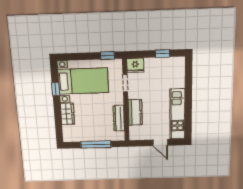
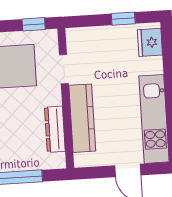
fridge: (135, 65) -> (150, 42), moved, turned 90
kitchen counter: (135, 112) -> (82, 118), width x1.50

